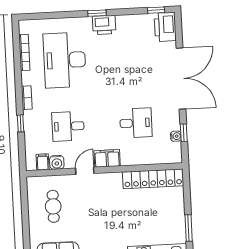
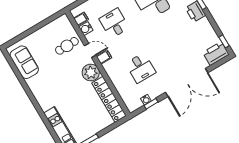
filing cabinet: (107, 158) -> (104, 57), width x0.50
plant: (111, 183) -> (91, 72), added
cafe table: (53, 206) -> (67, 46), moved

